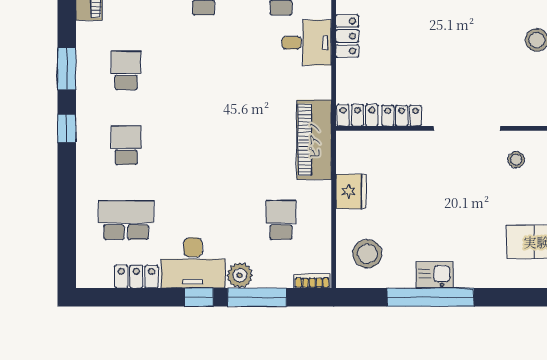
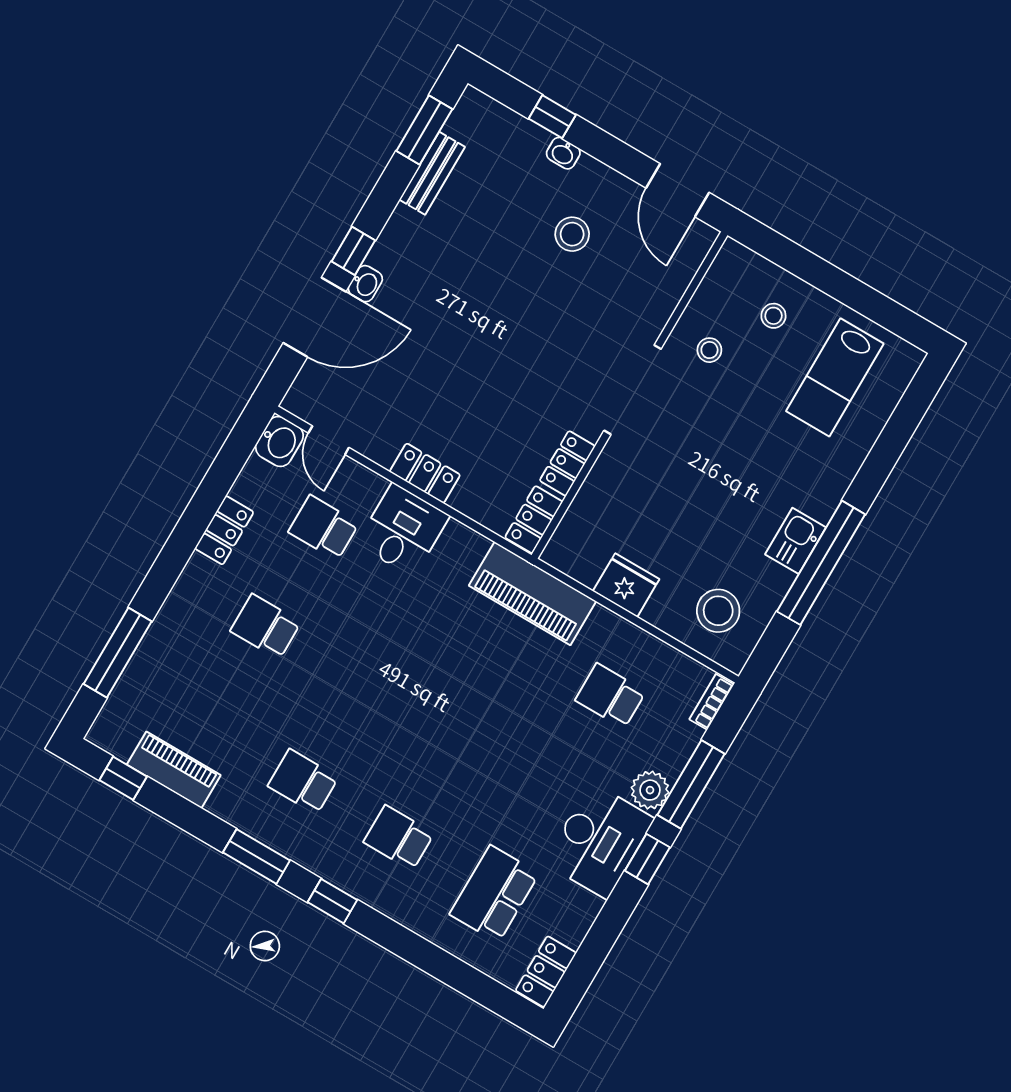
locker: (136, 277) -> (546, 972), moved

